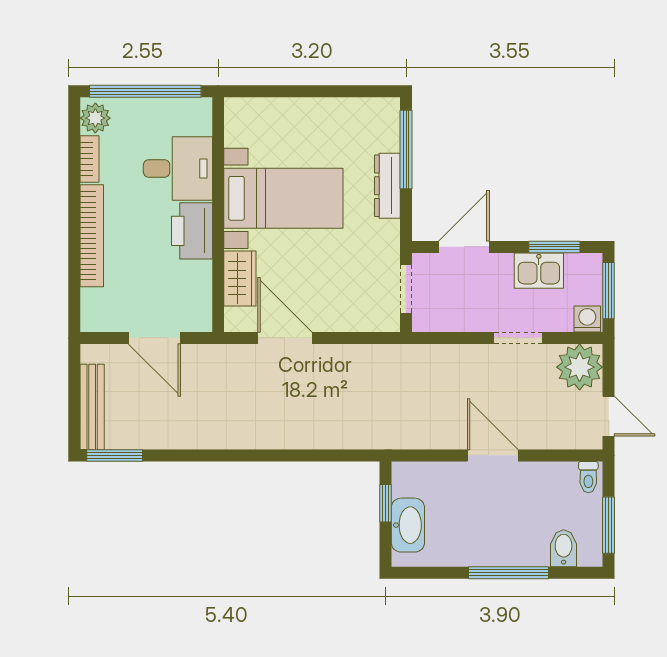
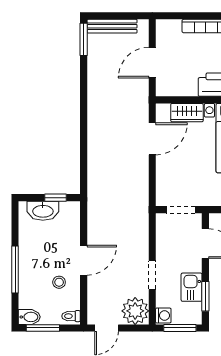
stool: (530, 497) -> (59, 282), added
bidet: (564, 548) -> (29, 317), moved

